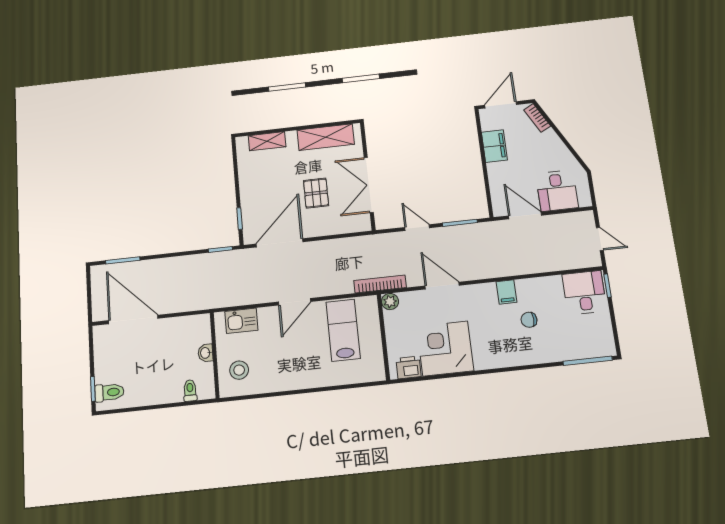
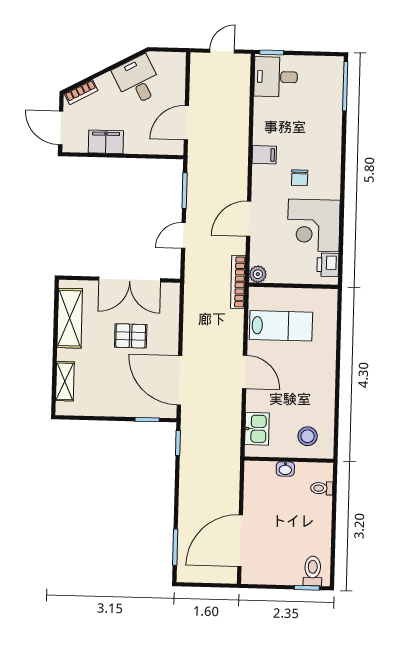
desk: (557, 191) -> (138, 80), moved, turned -118
chair: (529, 320) -> (300, 178), moved
lab bench: (343, 330) -> (281, 326), turned 180

